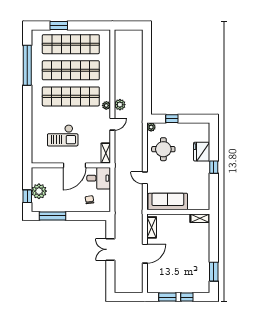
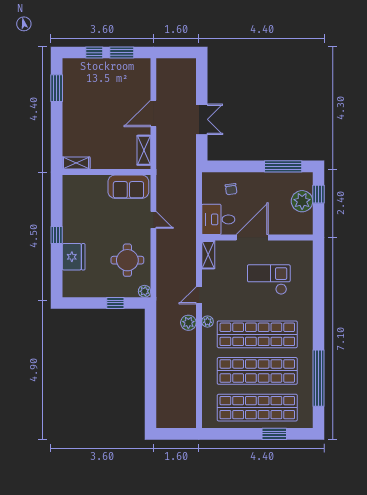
sofa: (168, 202) -> (128, 187), width x0.73

